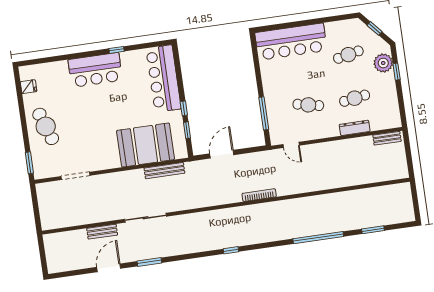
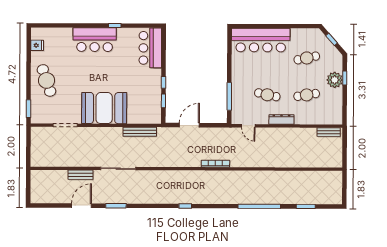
plant: (383, 63) -> (335, 80), moved
bar counter: (164, 79) -> (150, 48), width x0.73
dresser: (355, 128) -> (281, 119), moved
booth: (146, 145) -> (104, 108), moved

